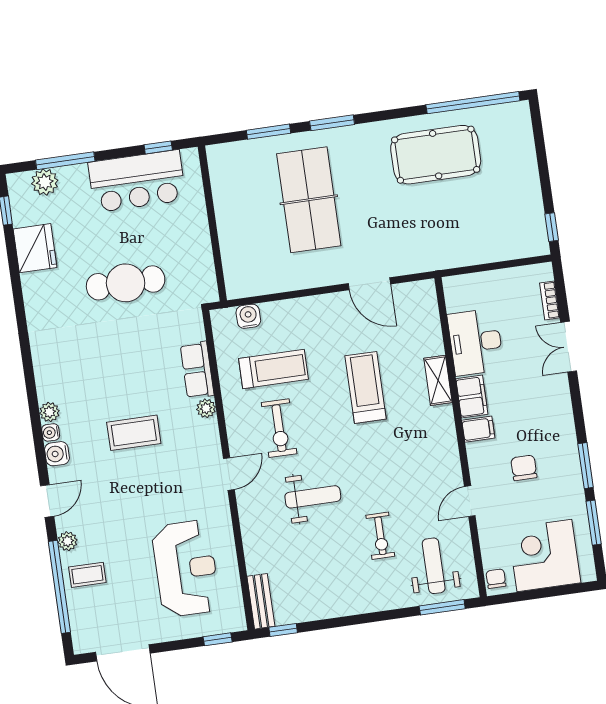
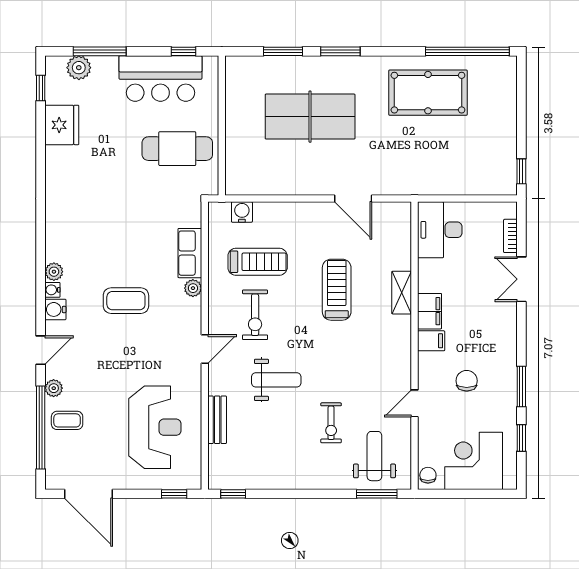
table tennis table: (309, 200) -> (310, 117), turned 90
cafe table: (126, 283) -> (177, 149), moved
desk: (476, 342) -> (440, 230), moved
window: (594, 523) -> (521, 438), width x0.67
bench: (261, 601) -> (217, 420), moved

